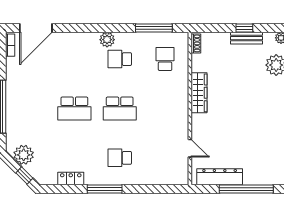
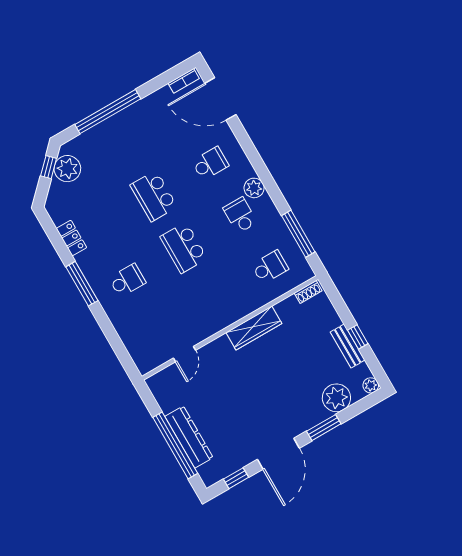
school desk: (74, 59) -> (210, 163), added
school desk: (120, 158) -> (127, 280), turned 90
window: (24, 175) -> (49, 167), moved
dresser: (220, 177) -> (189, 437), moved

